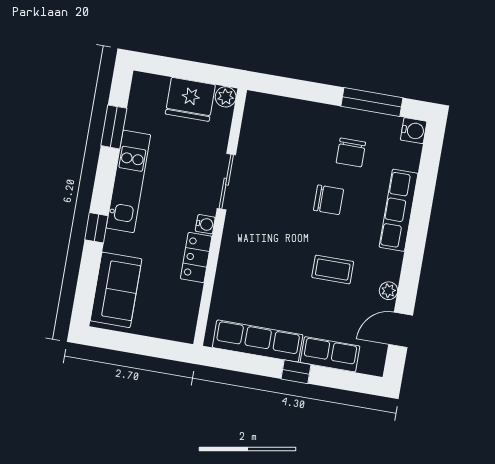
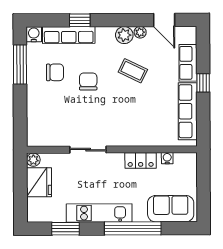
window: (423, 203) -> (80, 20), added
row of seats: (398, 210) -> (69, 35), moved
water cooler: (205, 224) -> (167, 158), moved
window: (96, 228) -> (133, 228), width x3.17
plant: (389, 266) -> (124, 35), added
coffee table: (333, 269) -> (133, 71), turned -64

